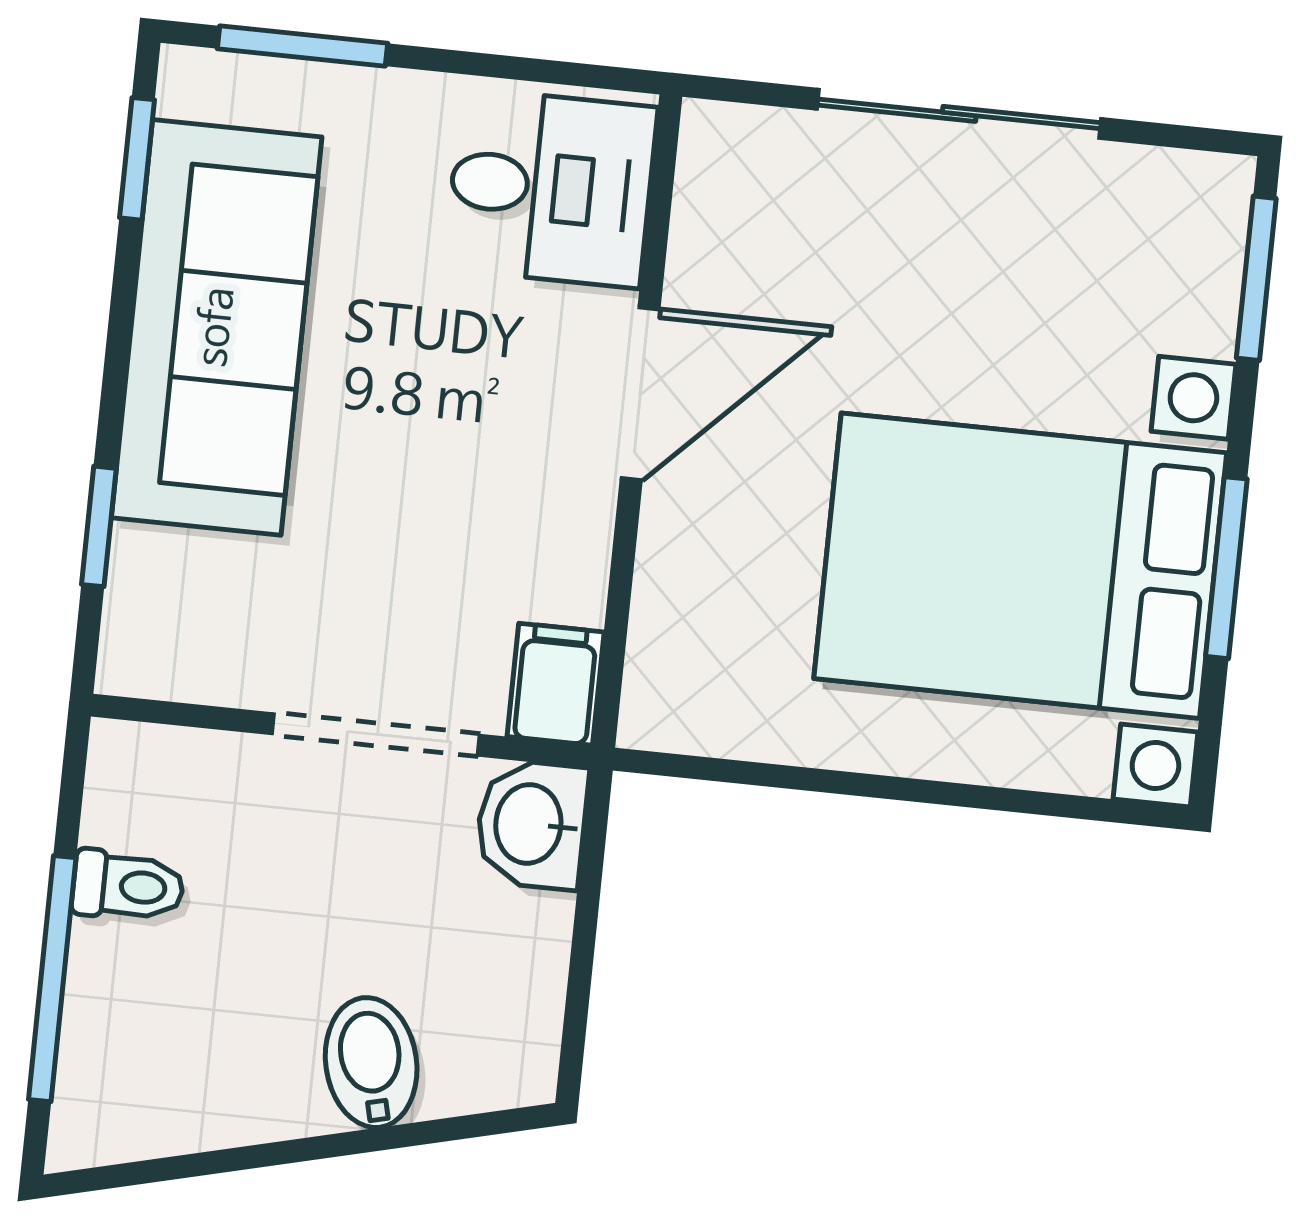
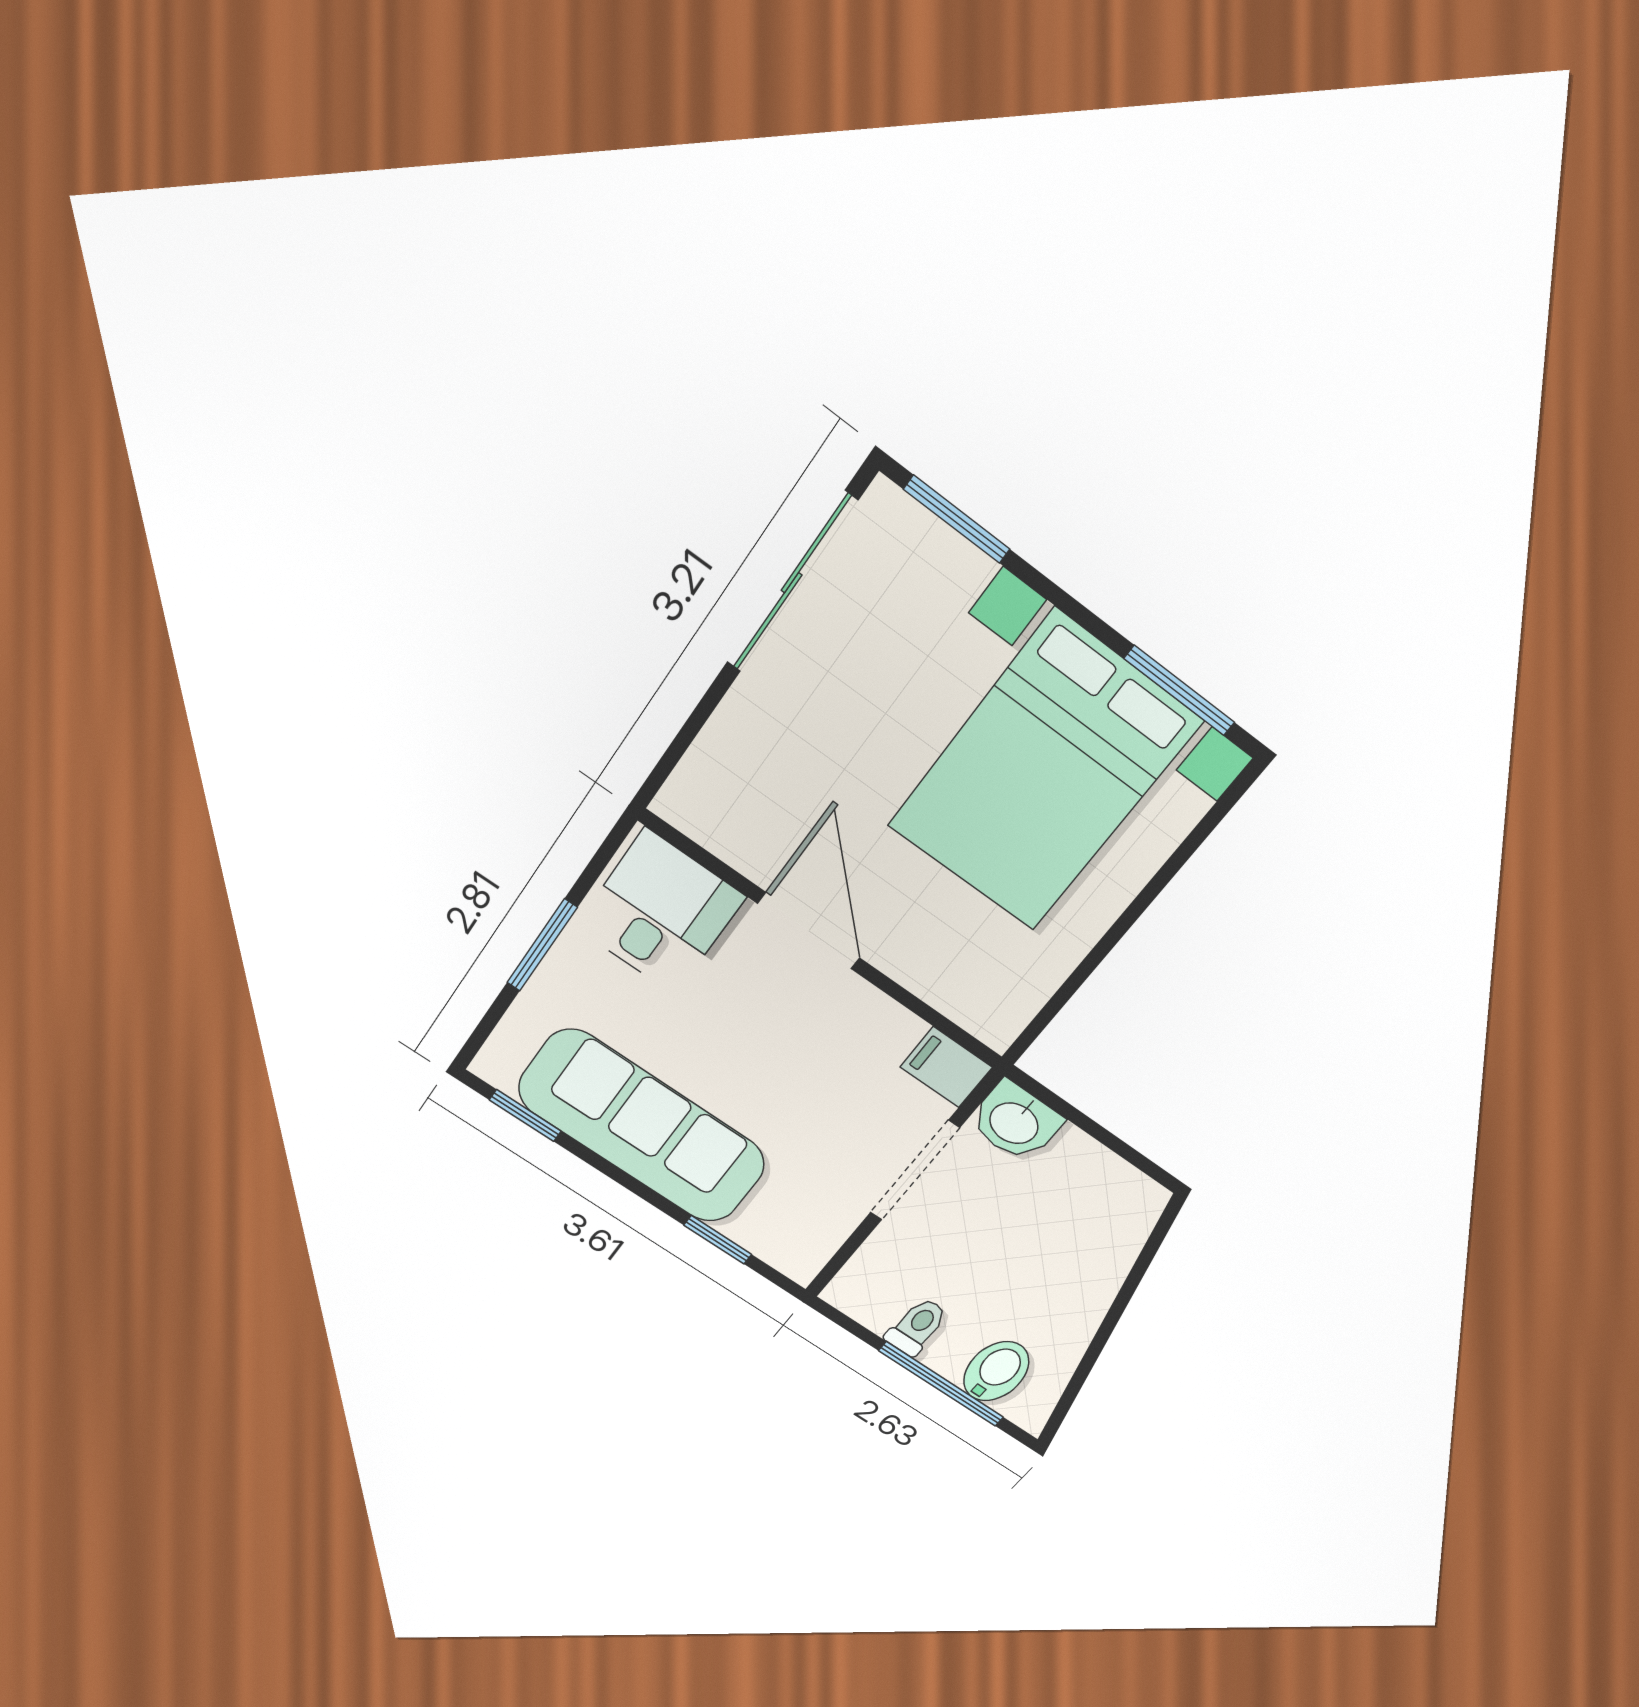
window: (302, 46) -> (542, 945), moved
sliding door: (959, 114) -> (792, 583), moved
window: (1226, 568) -> (1179, 691), moved
bidet: (371, 1063) -> (996, 1371), moved, turned 104

